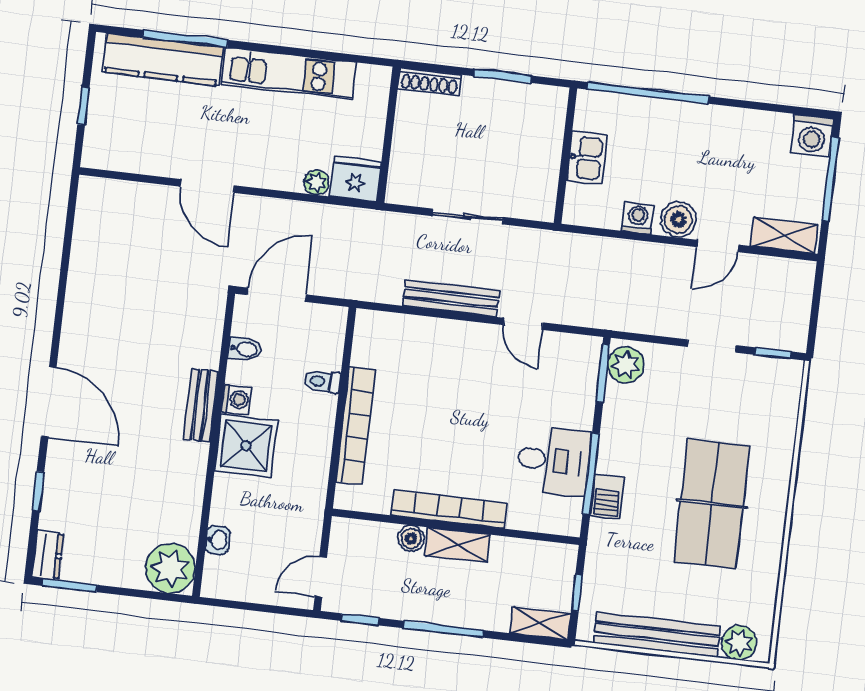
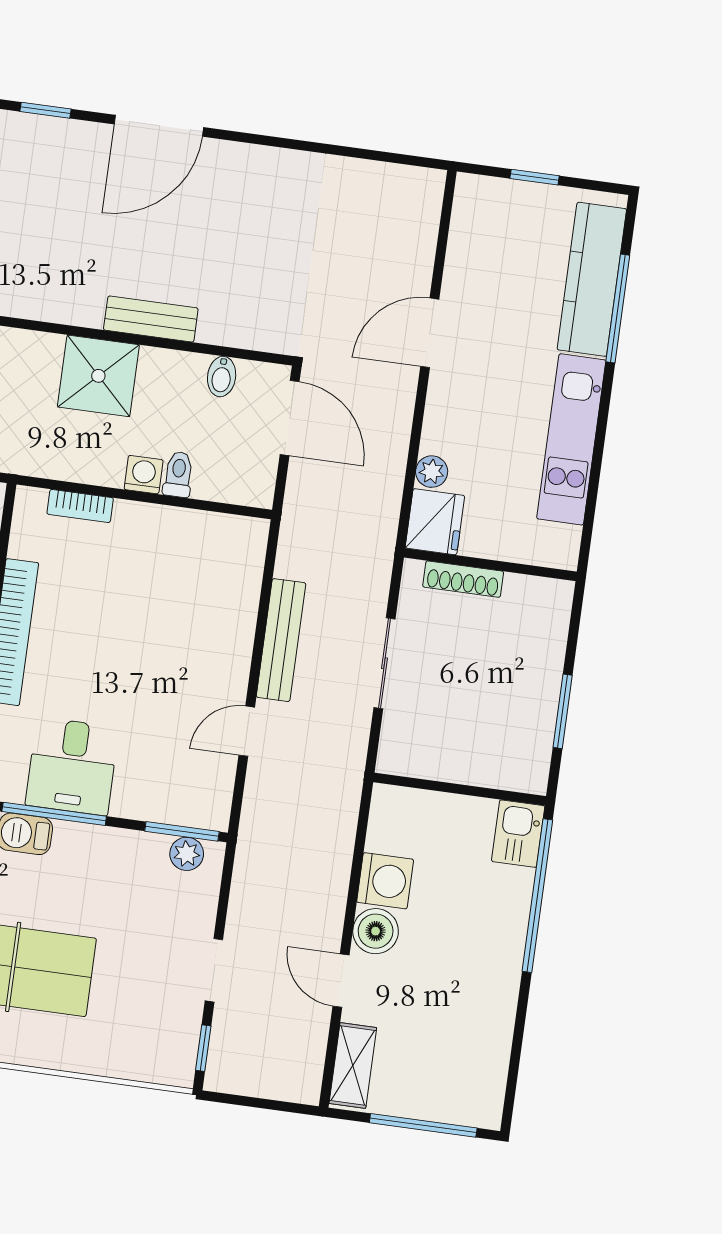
shoe rack: (430, 82) -> (463, 579), moved, turned -90
washing machine: (812, 136) -> (479, 1103), removed
kitchen sink: (587, 158) -> (518, 834), moved, turned 90
washing machine: (638, 218) -> (385, 881), width x1.38, depth x1.38
plant: (626, 365) -> (187, 854), width x0.73, depth x0.73
washing machine: (236, 399) -> (144, 475), moved, turned 180
bookcase: (356, 426) -> (80, 506), width x0.43, depth x0.76

